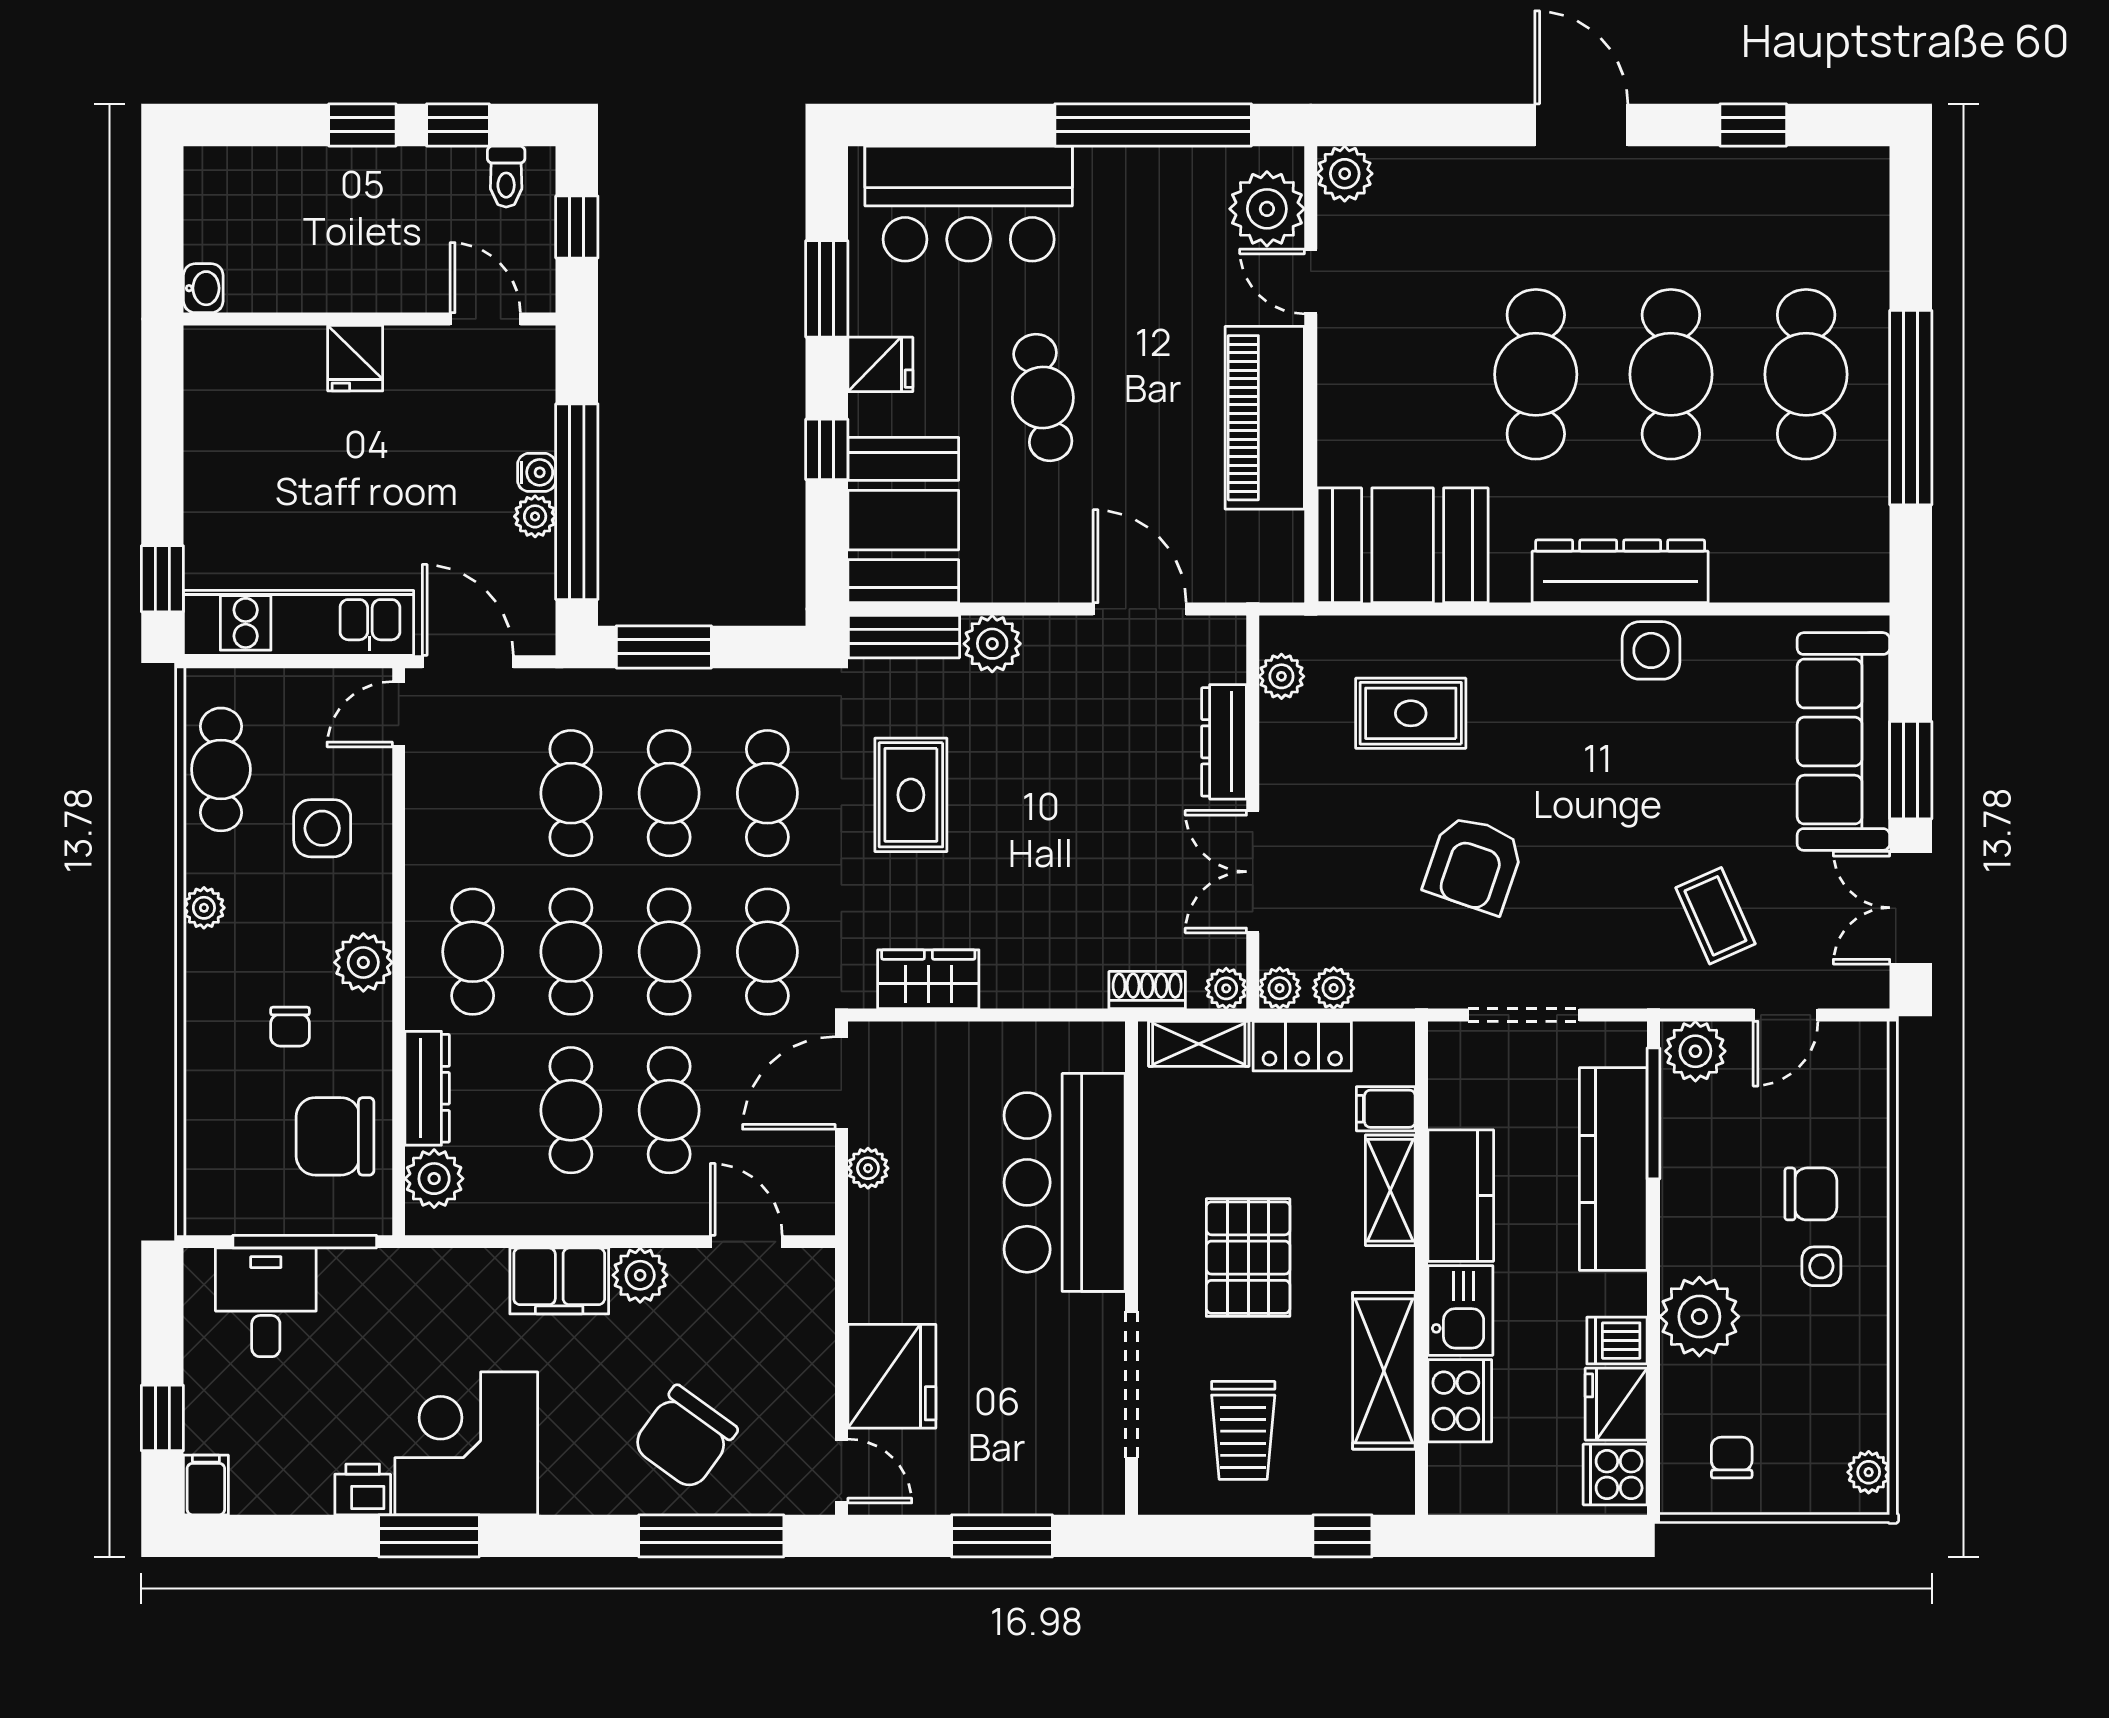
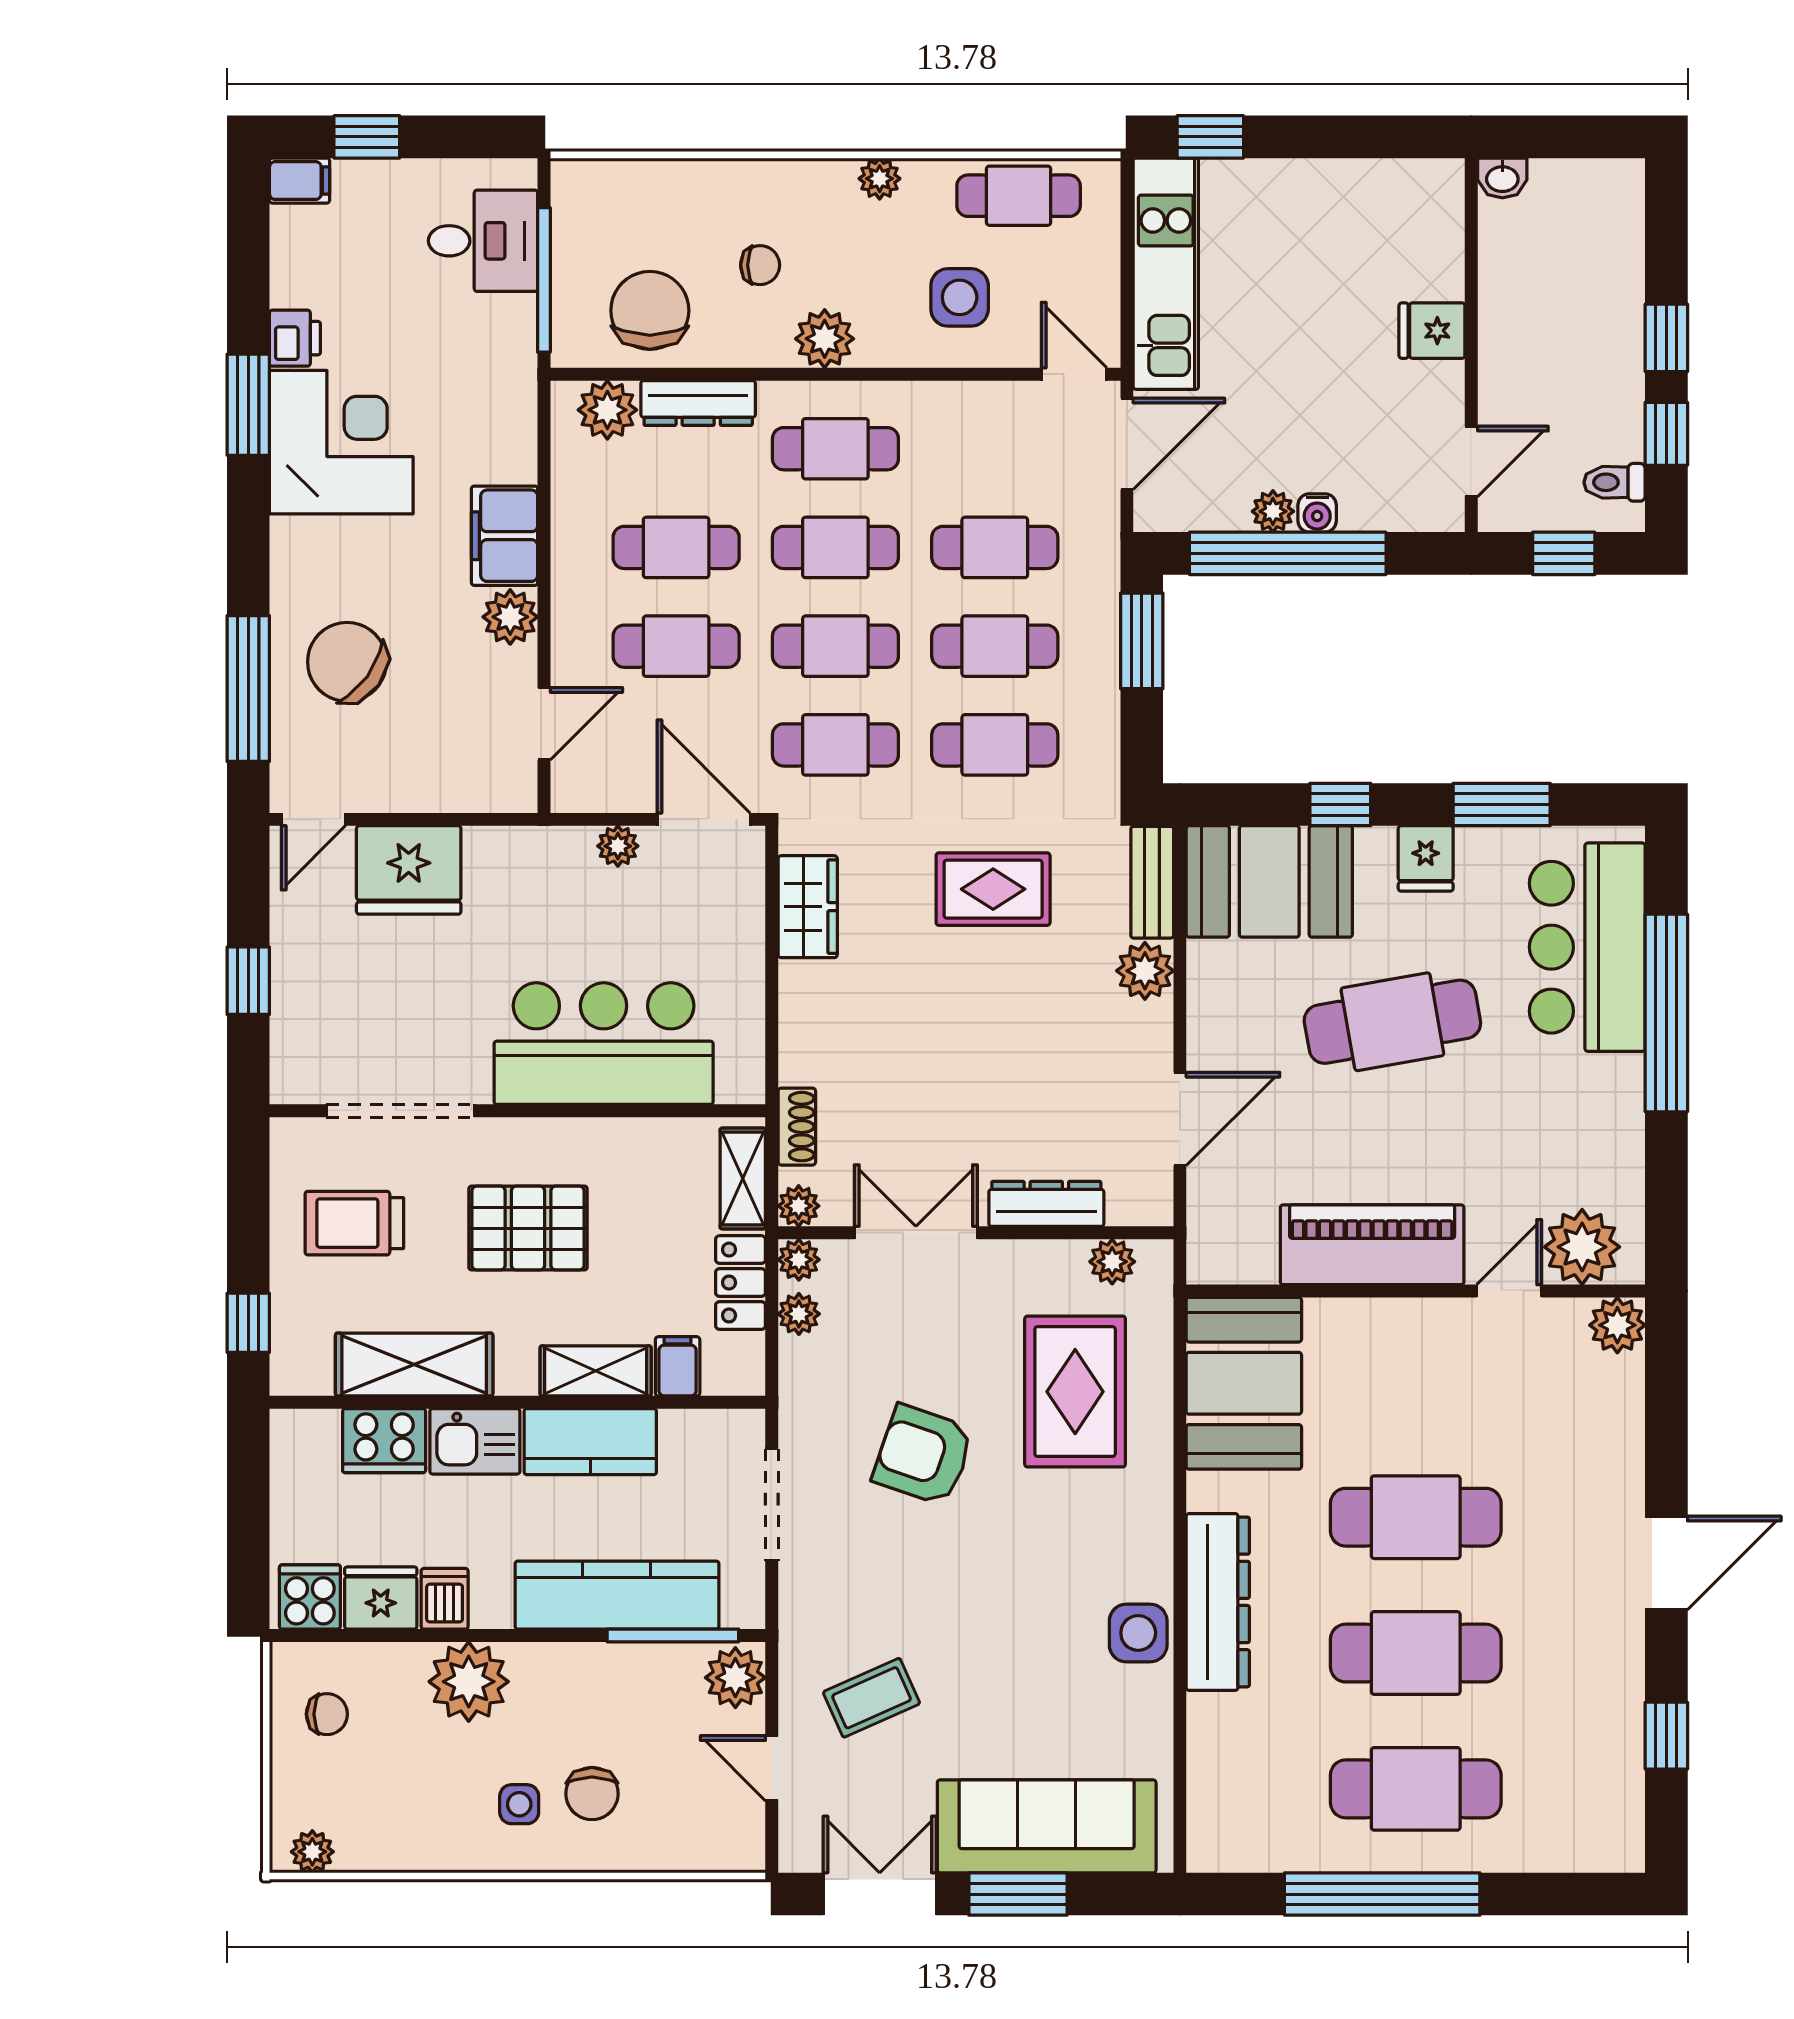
window: (1153, 125) -> (1666, 1013), moved
cafe table: (1043, 397) -> (1392, 1022), width x1.37, depth x1.35
rug: (1411, 713) -> (1075, 1392), width x1.36, depth x1.43
chair: (290, 1027) -> (760, 265), turned 180
window: (1002, 1536) -> (248, 981), width x0.67

